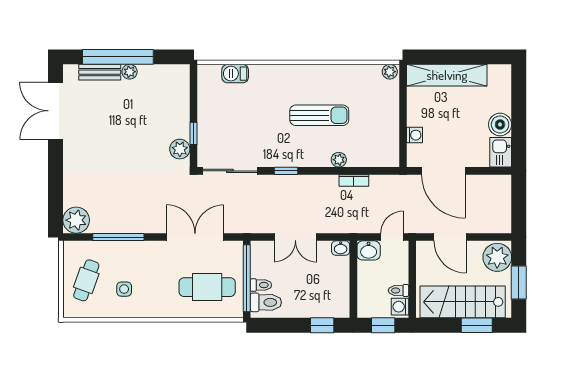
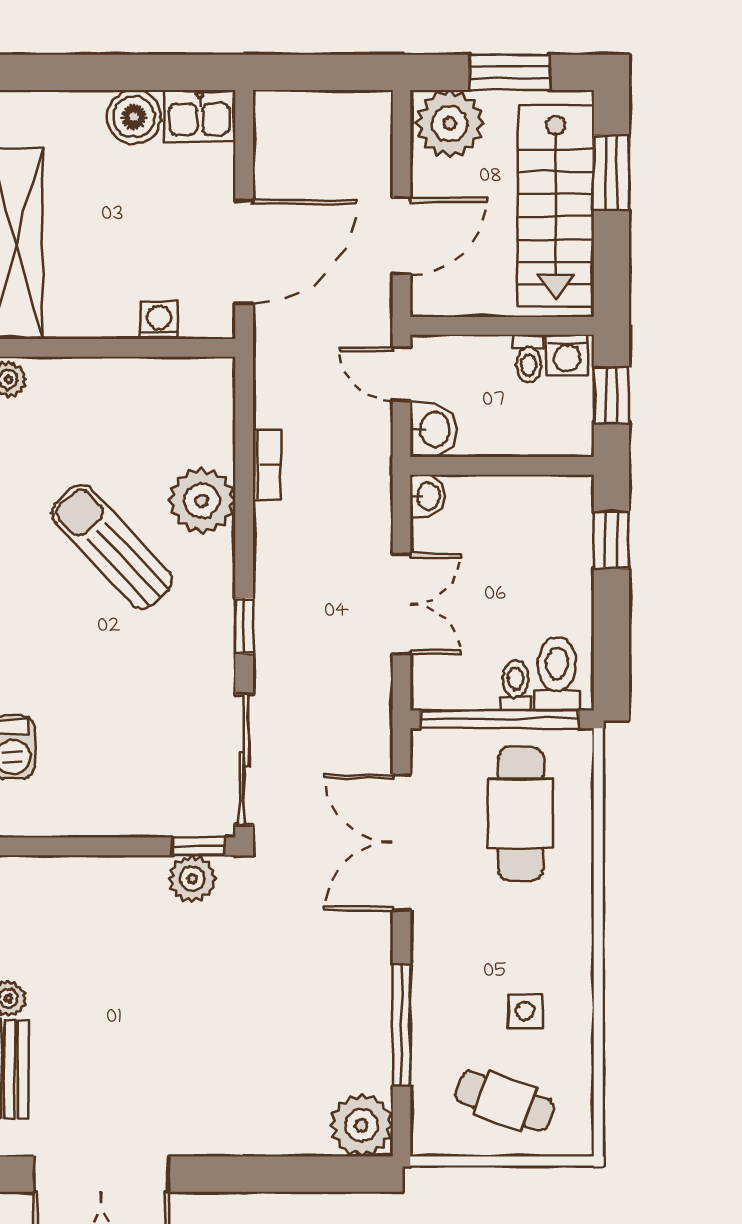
sun lounger: (319, 115) -> (112, 547), turned -43
window: (193, 133) -> (199, 846), moved
plant: (339, 160) -> (202, 501), width x1.88, depth x1.88

